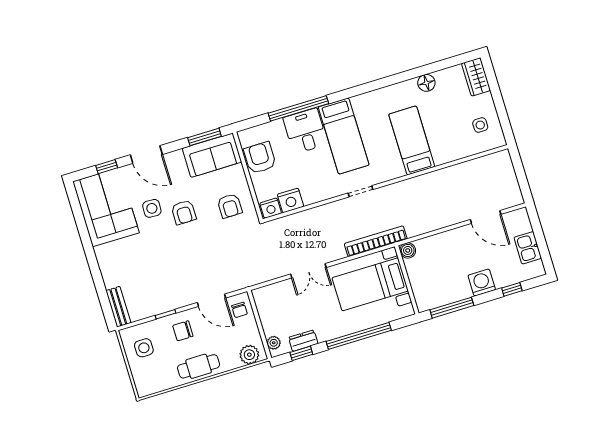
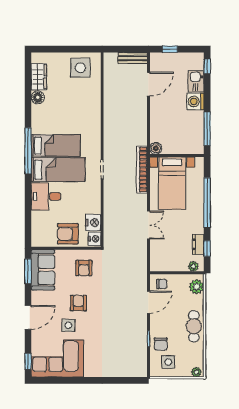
wardrobe: (476, 77) -> (39, 77), moved, turned -90
window: (298, 108) -> (28, 151), moved
side table: (480, 125) -> (80, 68), width x1.87, depth x1.87
bed: (412, 140) -> (56, 146), moved, turned 180
armchair: (260, 158) -> (68, 234), moved
window: (107, 167) -> (28, 361), moved
armchair: (230, 206) -> (84, 268), turned 90
armchair: (184, 212) -> (78, 303), turned -90
window: (538, 230) -> (170, 49), added
kitchen sink: (528, 248) -> (196, 81), moved, turned 90
window: (512, 289) -> (207, 66), moved
bench: (118, 307) -> (133, 58), moved
chair: (183, 331) -> (161, 344), moved
plant: (142, 387) -> (196, 372), added

